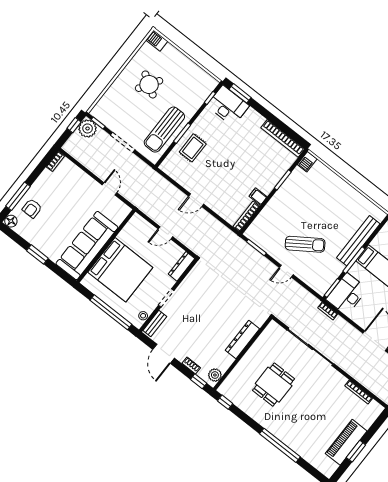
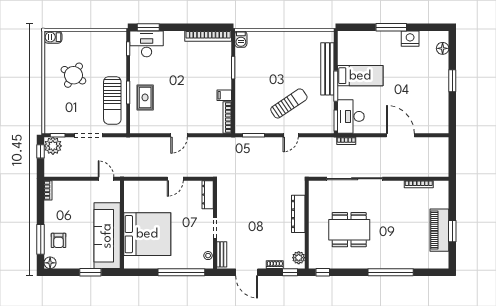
sofa: (87, 246) -> (107, 236), moved
wall: (106, 246) -> (122, 225), moved
bed: (120, 270) -> (147, 234), moved
dining table: (274, 385) -> (349, 230), width x1.38

